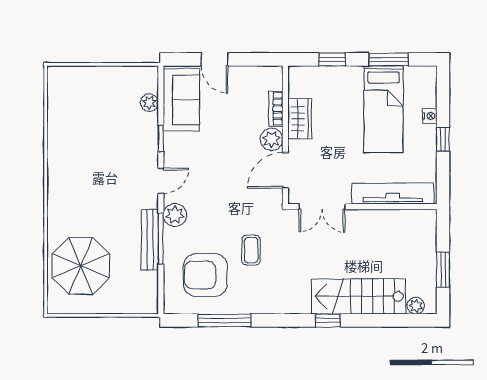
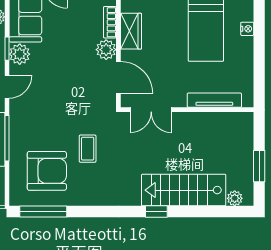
window: (443, 139) -> (259, 50), removed
door: (285, 170) -> (118, 77), swing flipped
tv unit: (393, 194) -> (214, 100), width x0.73, depth x0.78
plant: (175, 215) -> (20, 54), moved
armchair: (205, 275) -> (47, 171), turned 180
window: (224, 320) -> (43, 211), moved

